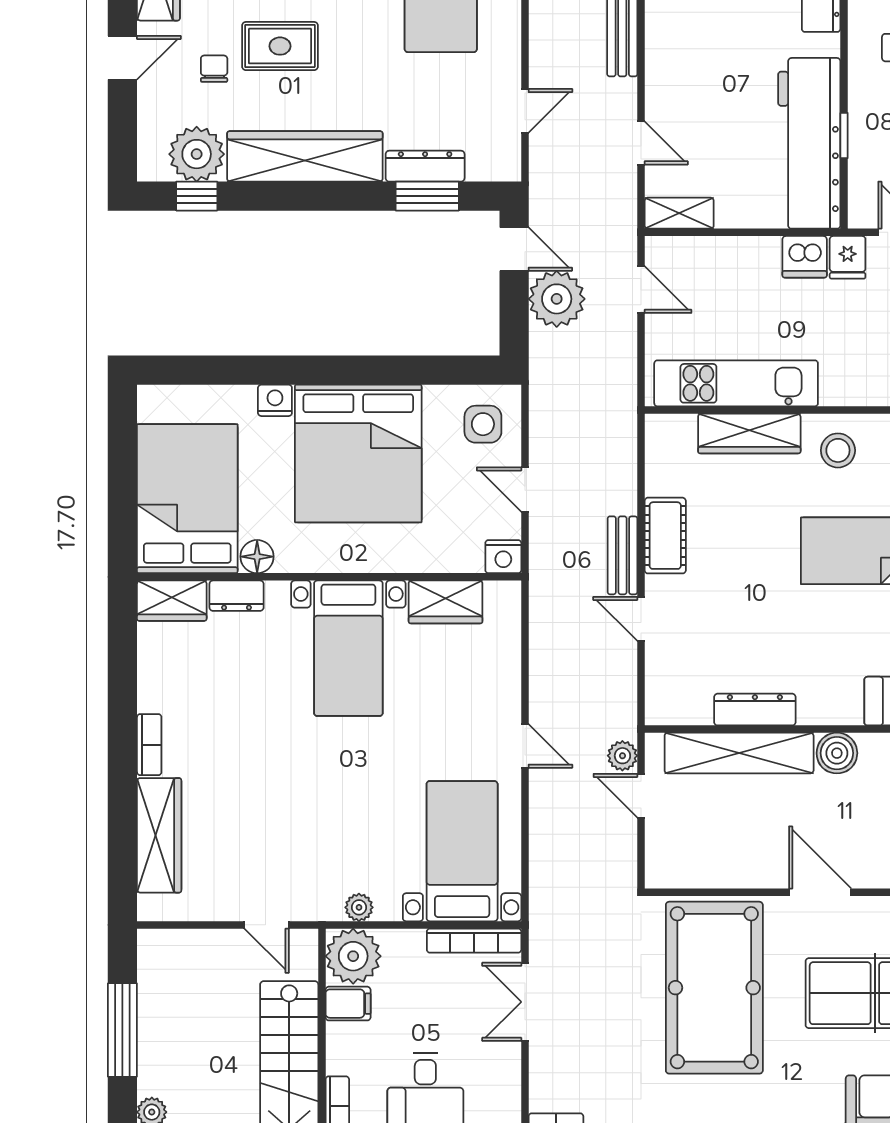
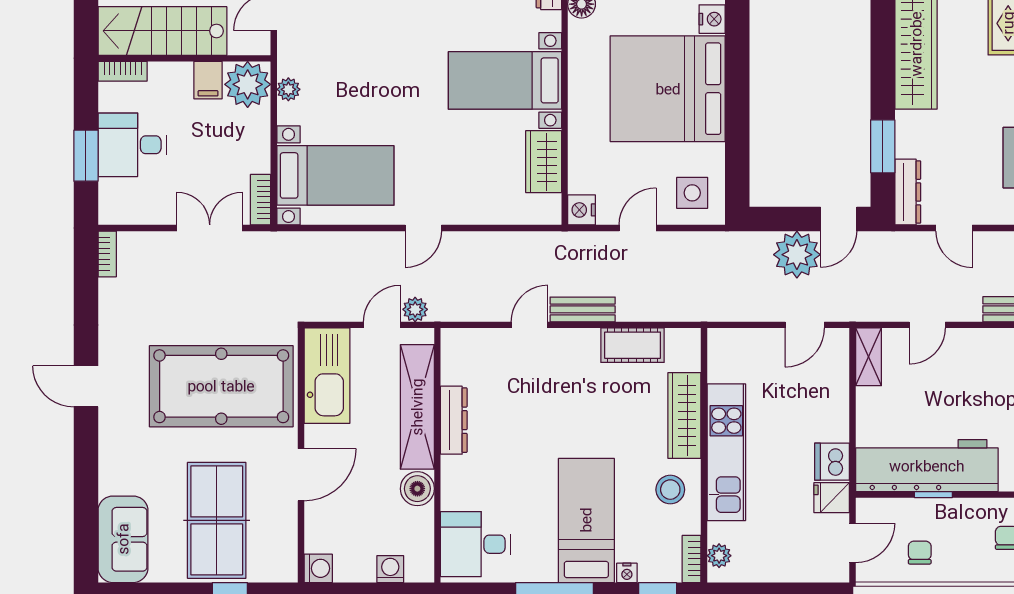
dresser: (425, 166) -> (908, 192), moved
kitchen unit: (736, 383) -> (726, 452), moved
cot: (665, 536) -> (633, 345), moved
kitchen sink: (702, 861) -> (327, 376), added
bookcase: (474, 941) -> (261, 200), width x0.64

